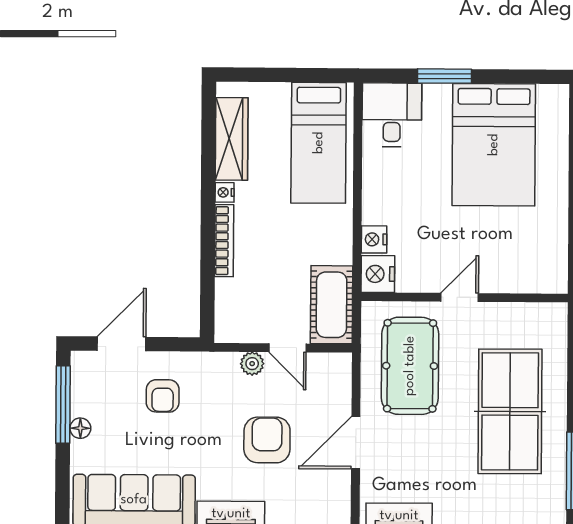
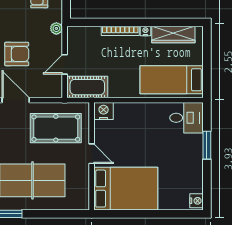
bed: (494, 145) -> (126, 189), moved, turned 180
nightstand: (374, 239) -> (196, 201), moved, turned 90
plant: (252, 364) -> (56, 28), moved

